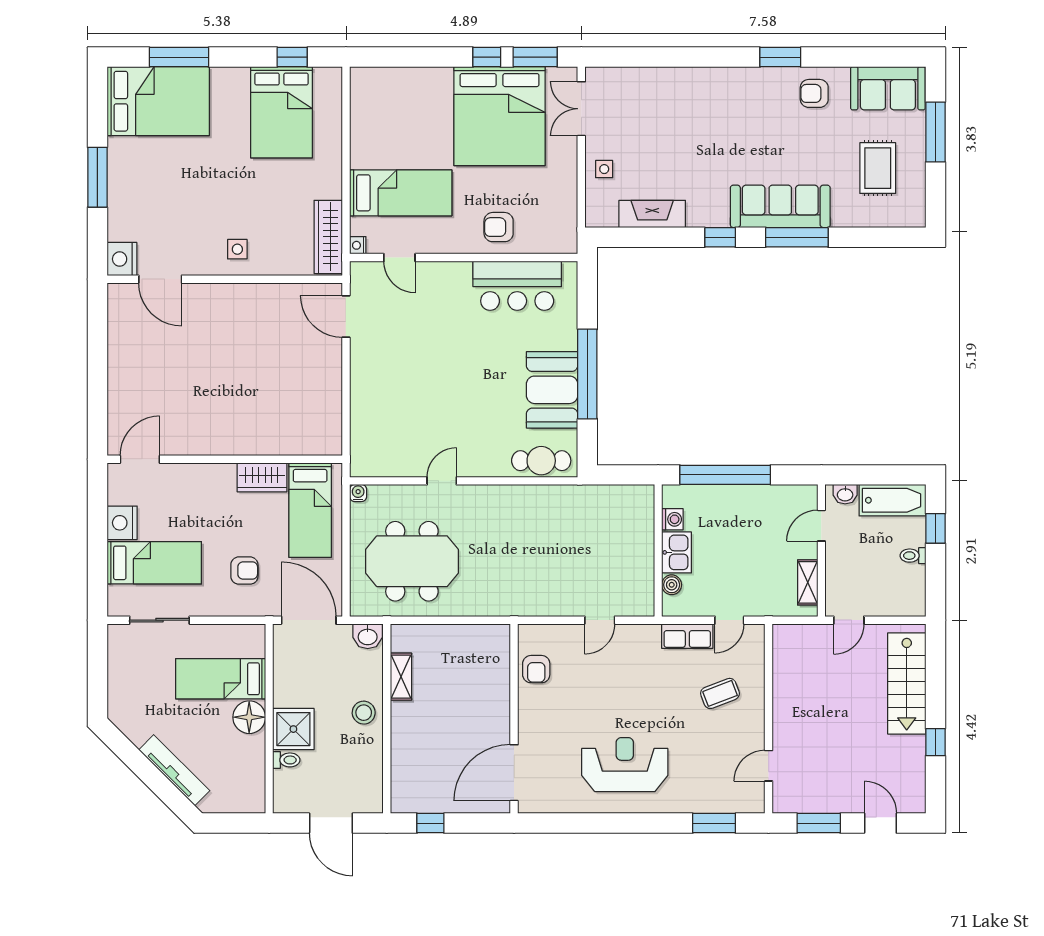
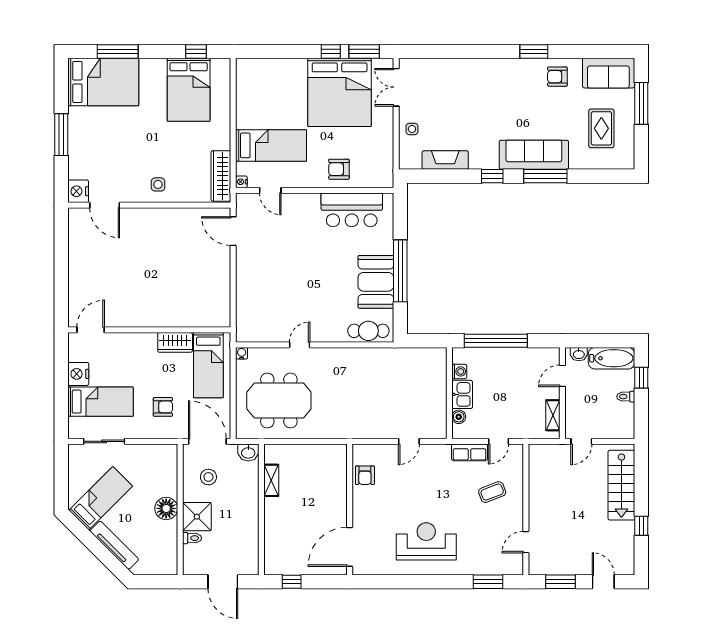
bed: (221, 679) -> (101, 498), moved, turned 135
stool: (364, 713) -> (208, 477), moved

